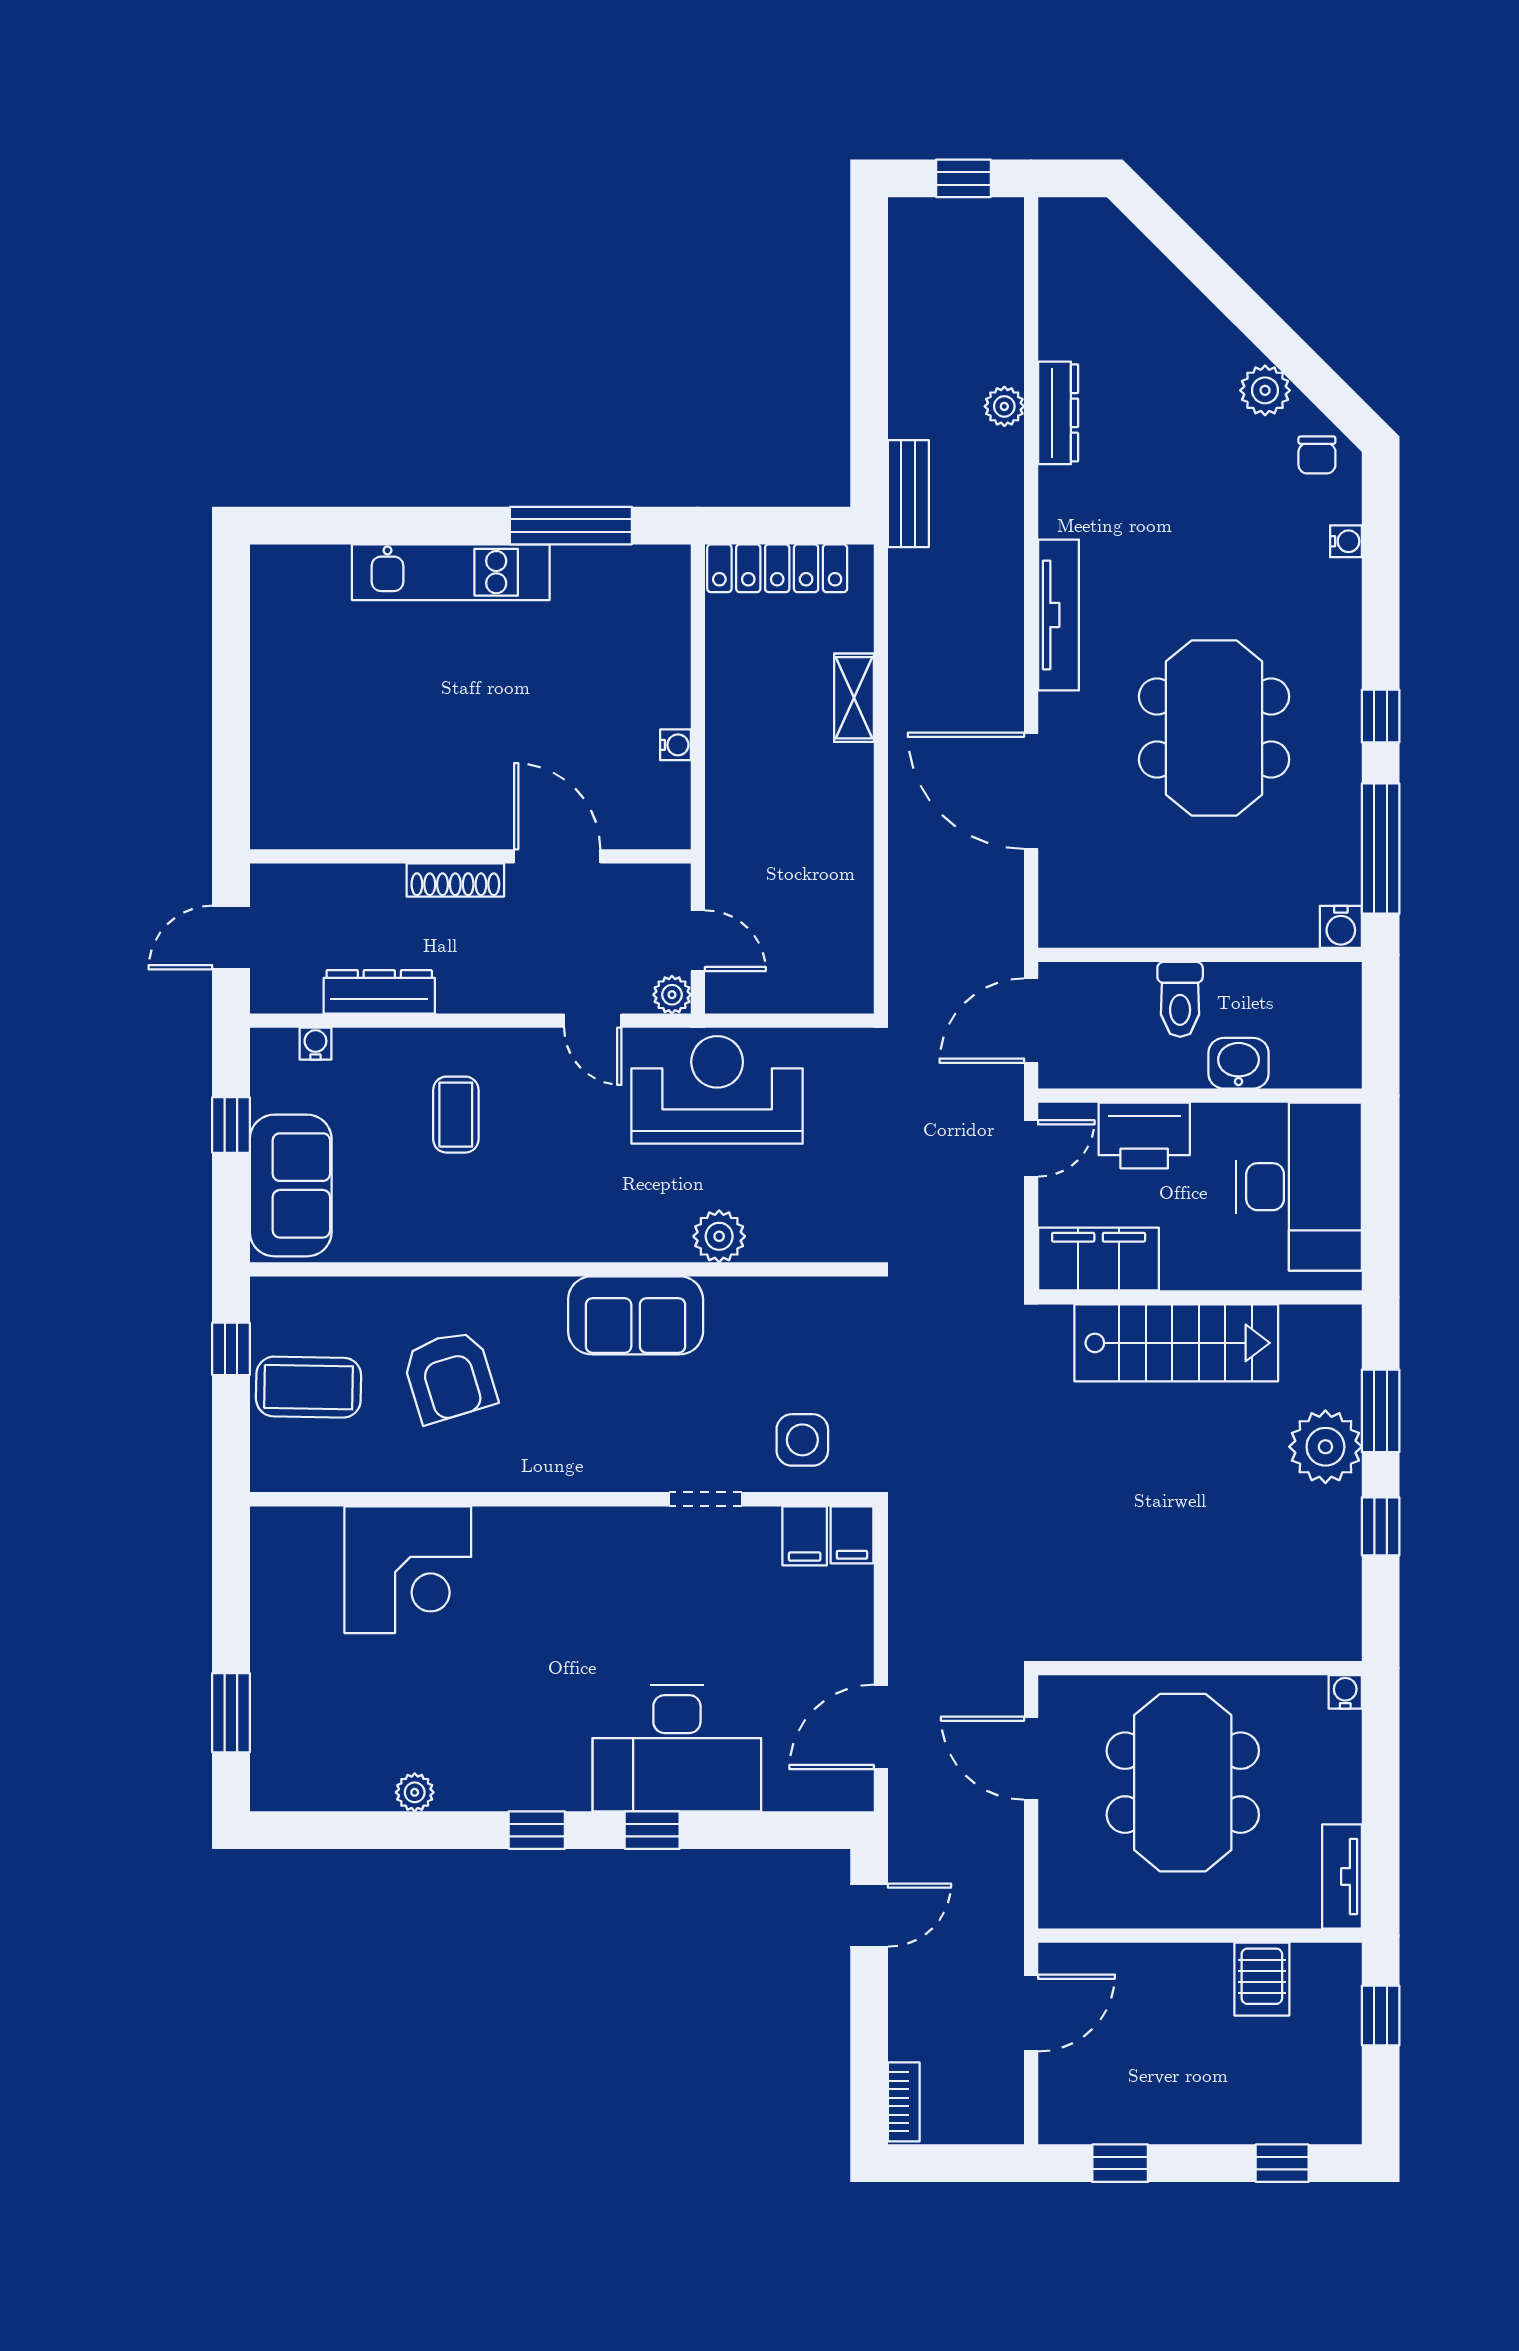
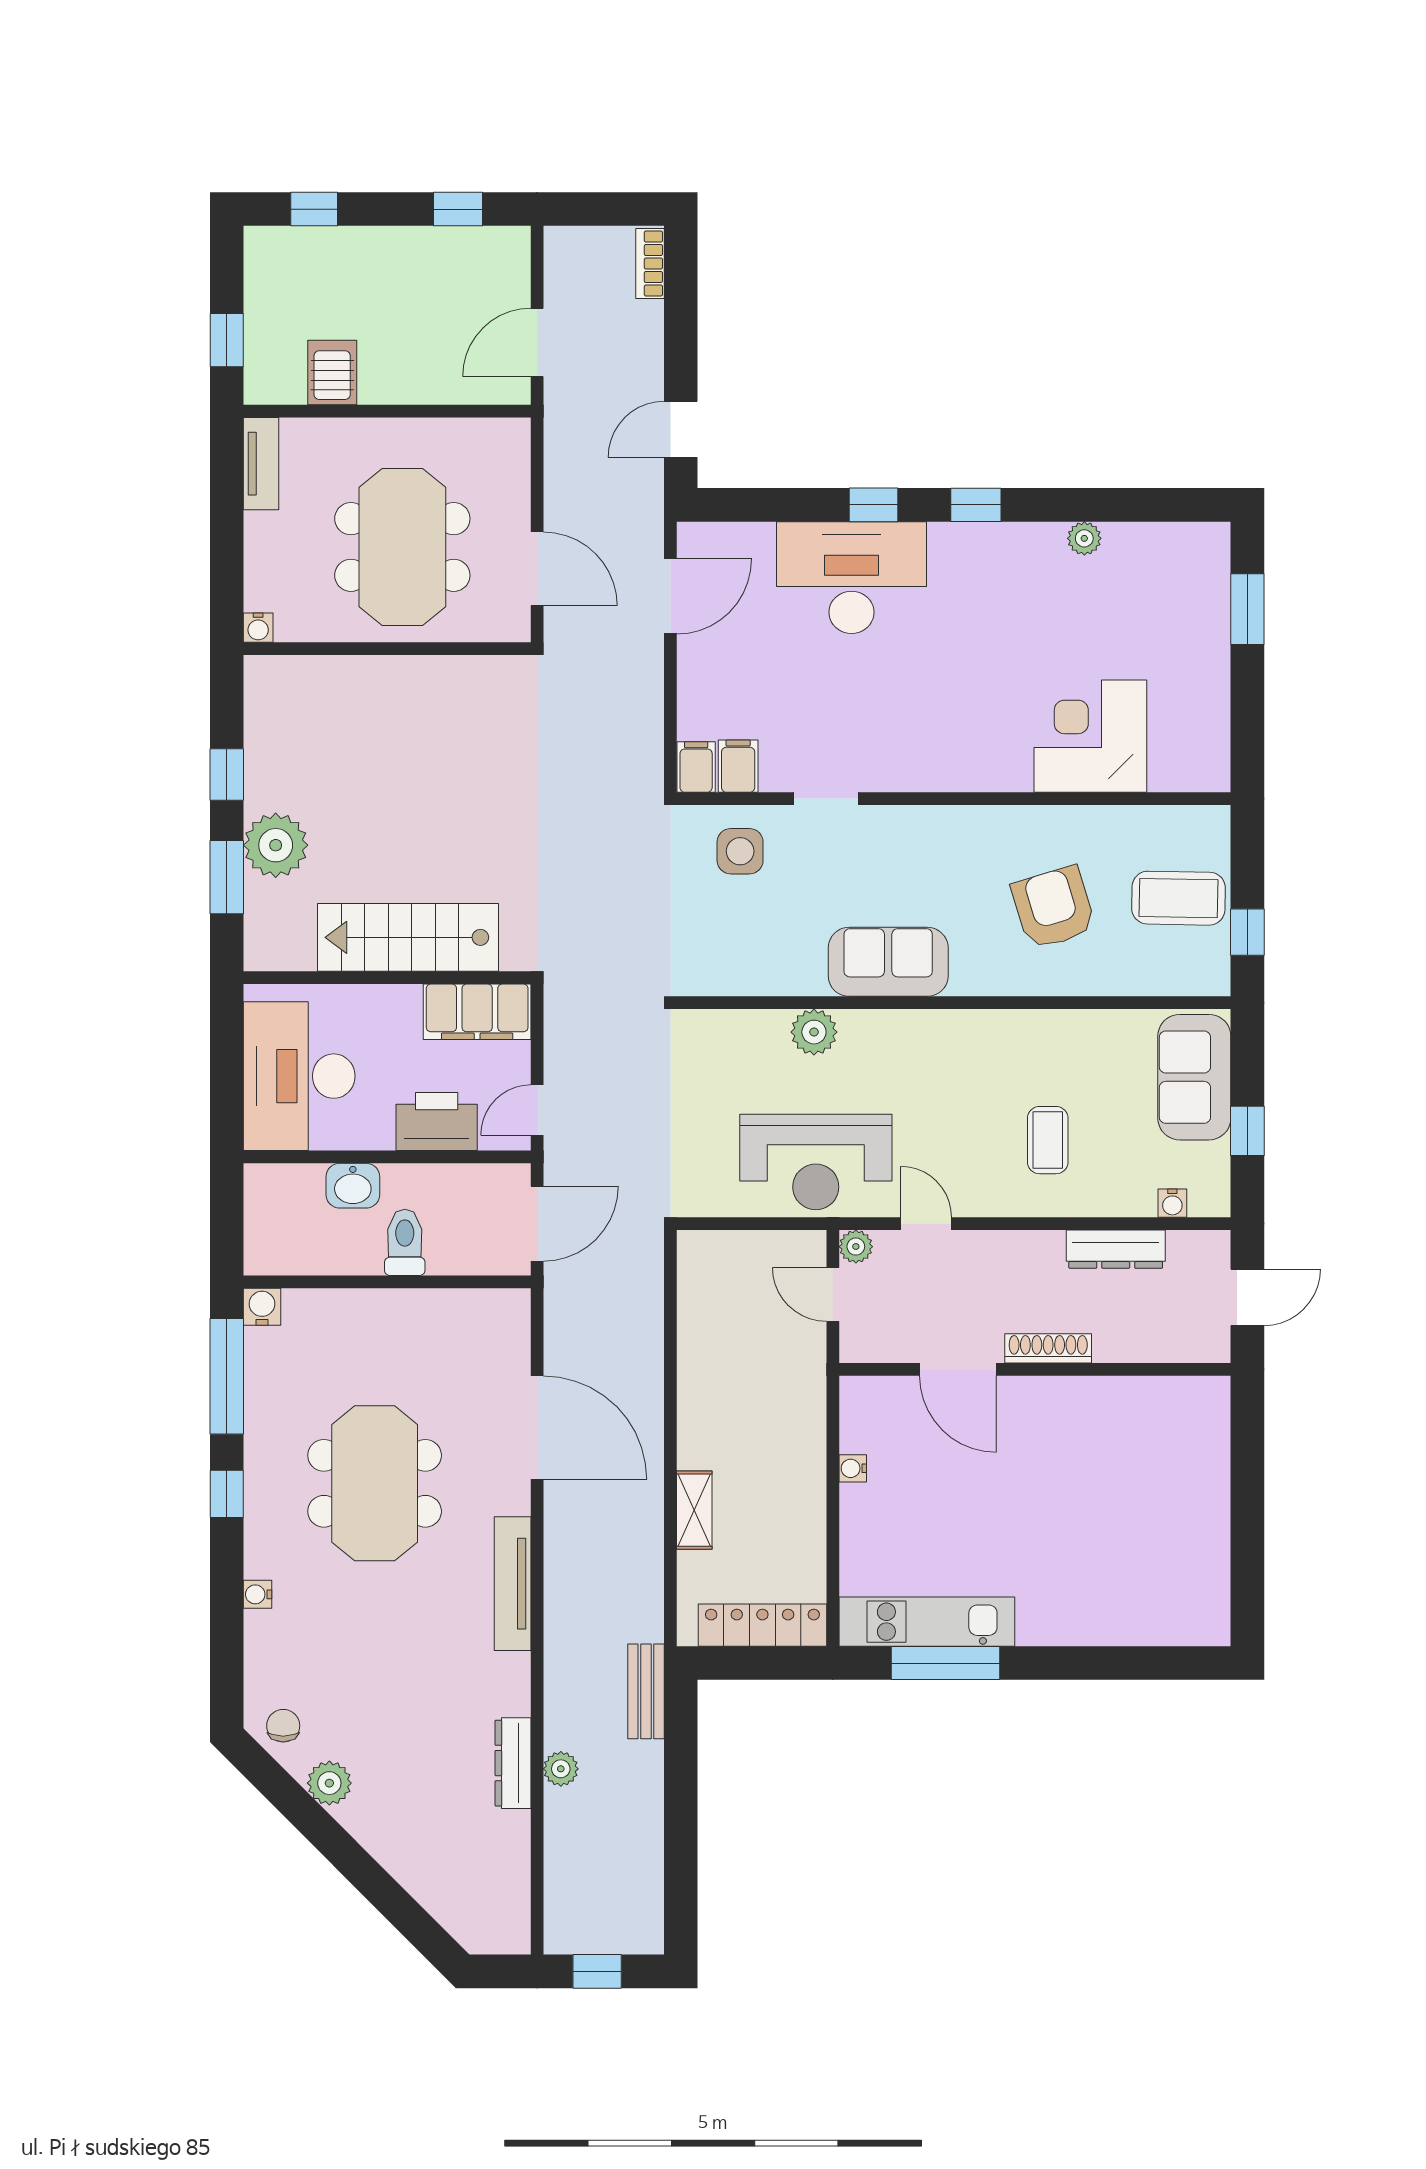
water cooler: (1346, 541) -> (257, 1594), moved
kitchen unit: (451, 572) -> (927, 1622), moved

